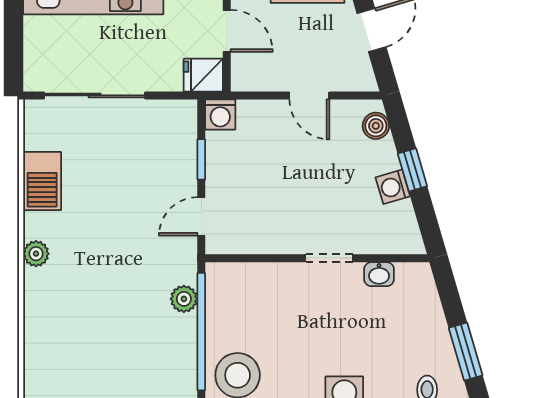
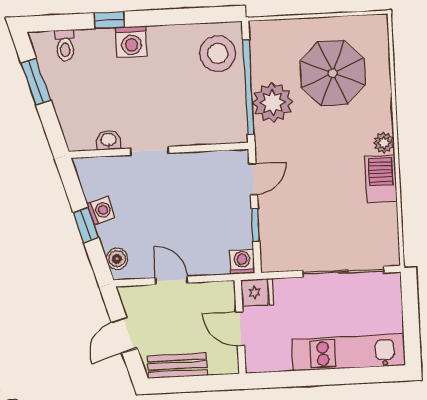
barbecue: (42, 181) -> (381, 179), moved
plant: (184, 299) -> (273, 102), width x1.87, depth x1.87
parasol: (95, 344) -> (333, 73), added

